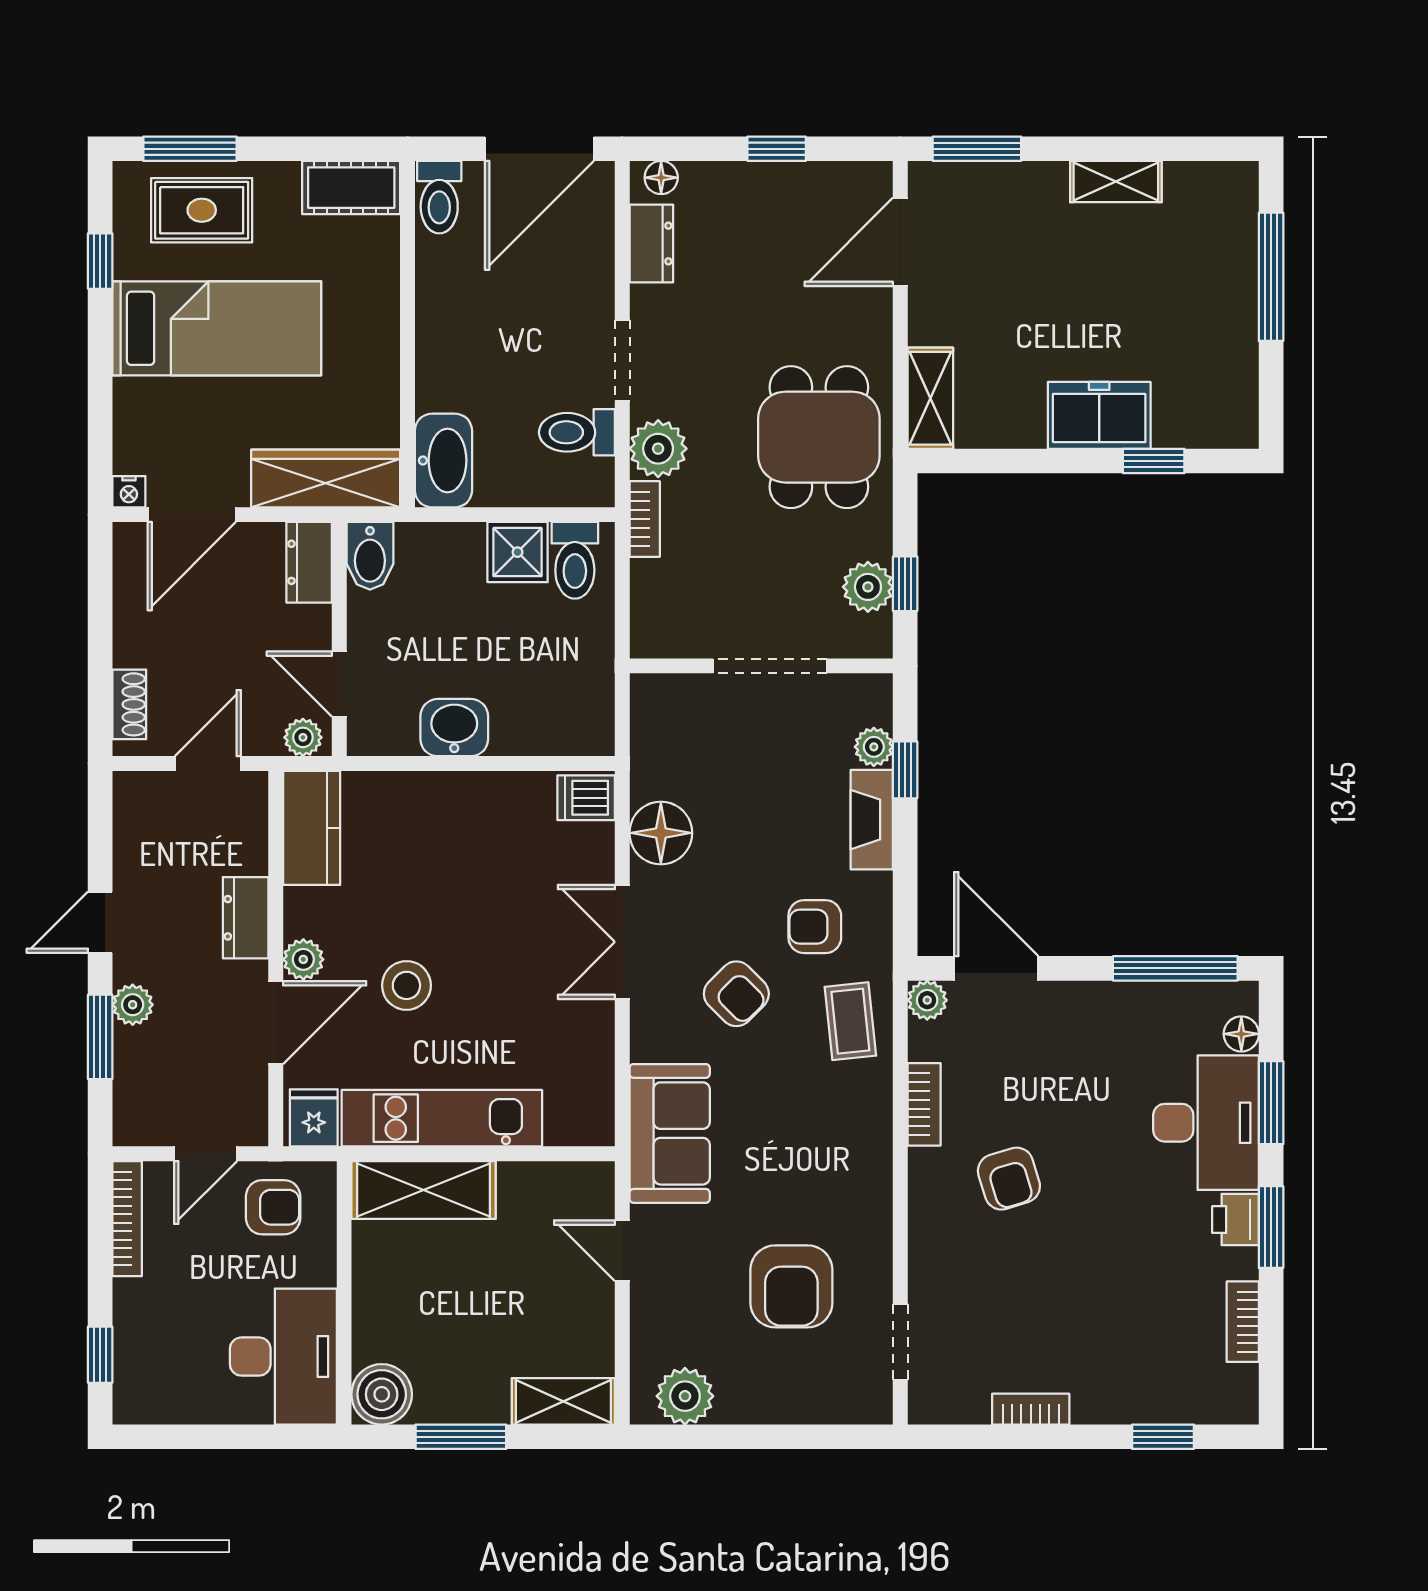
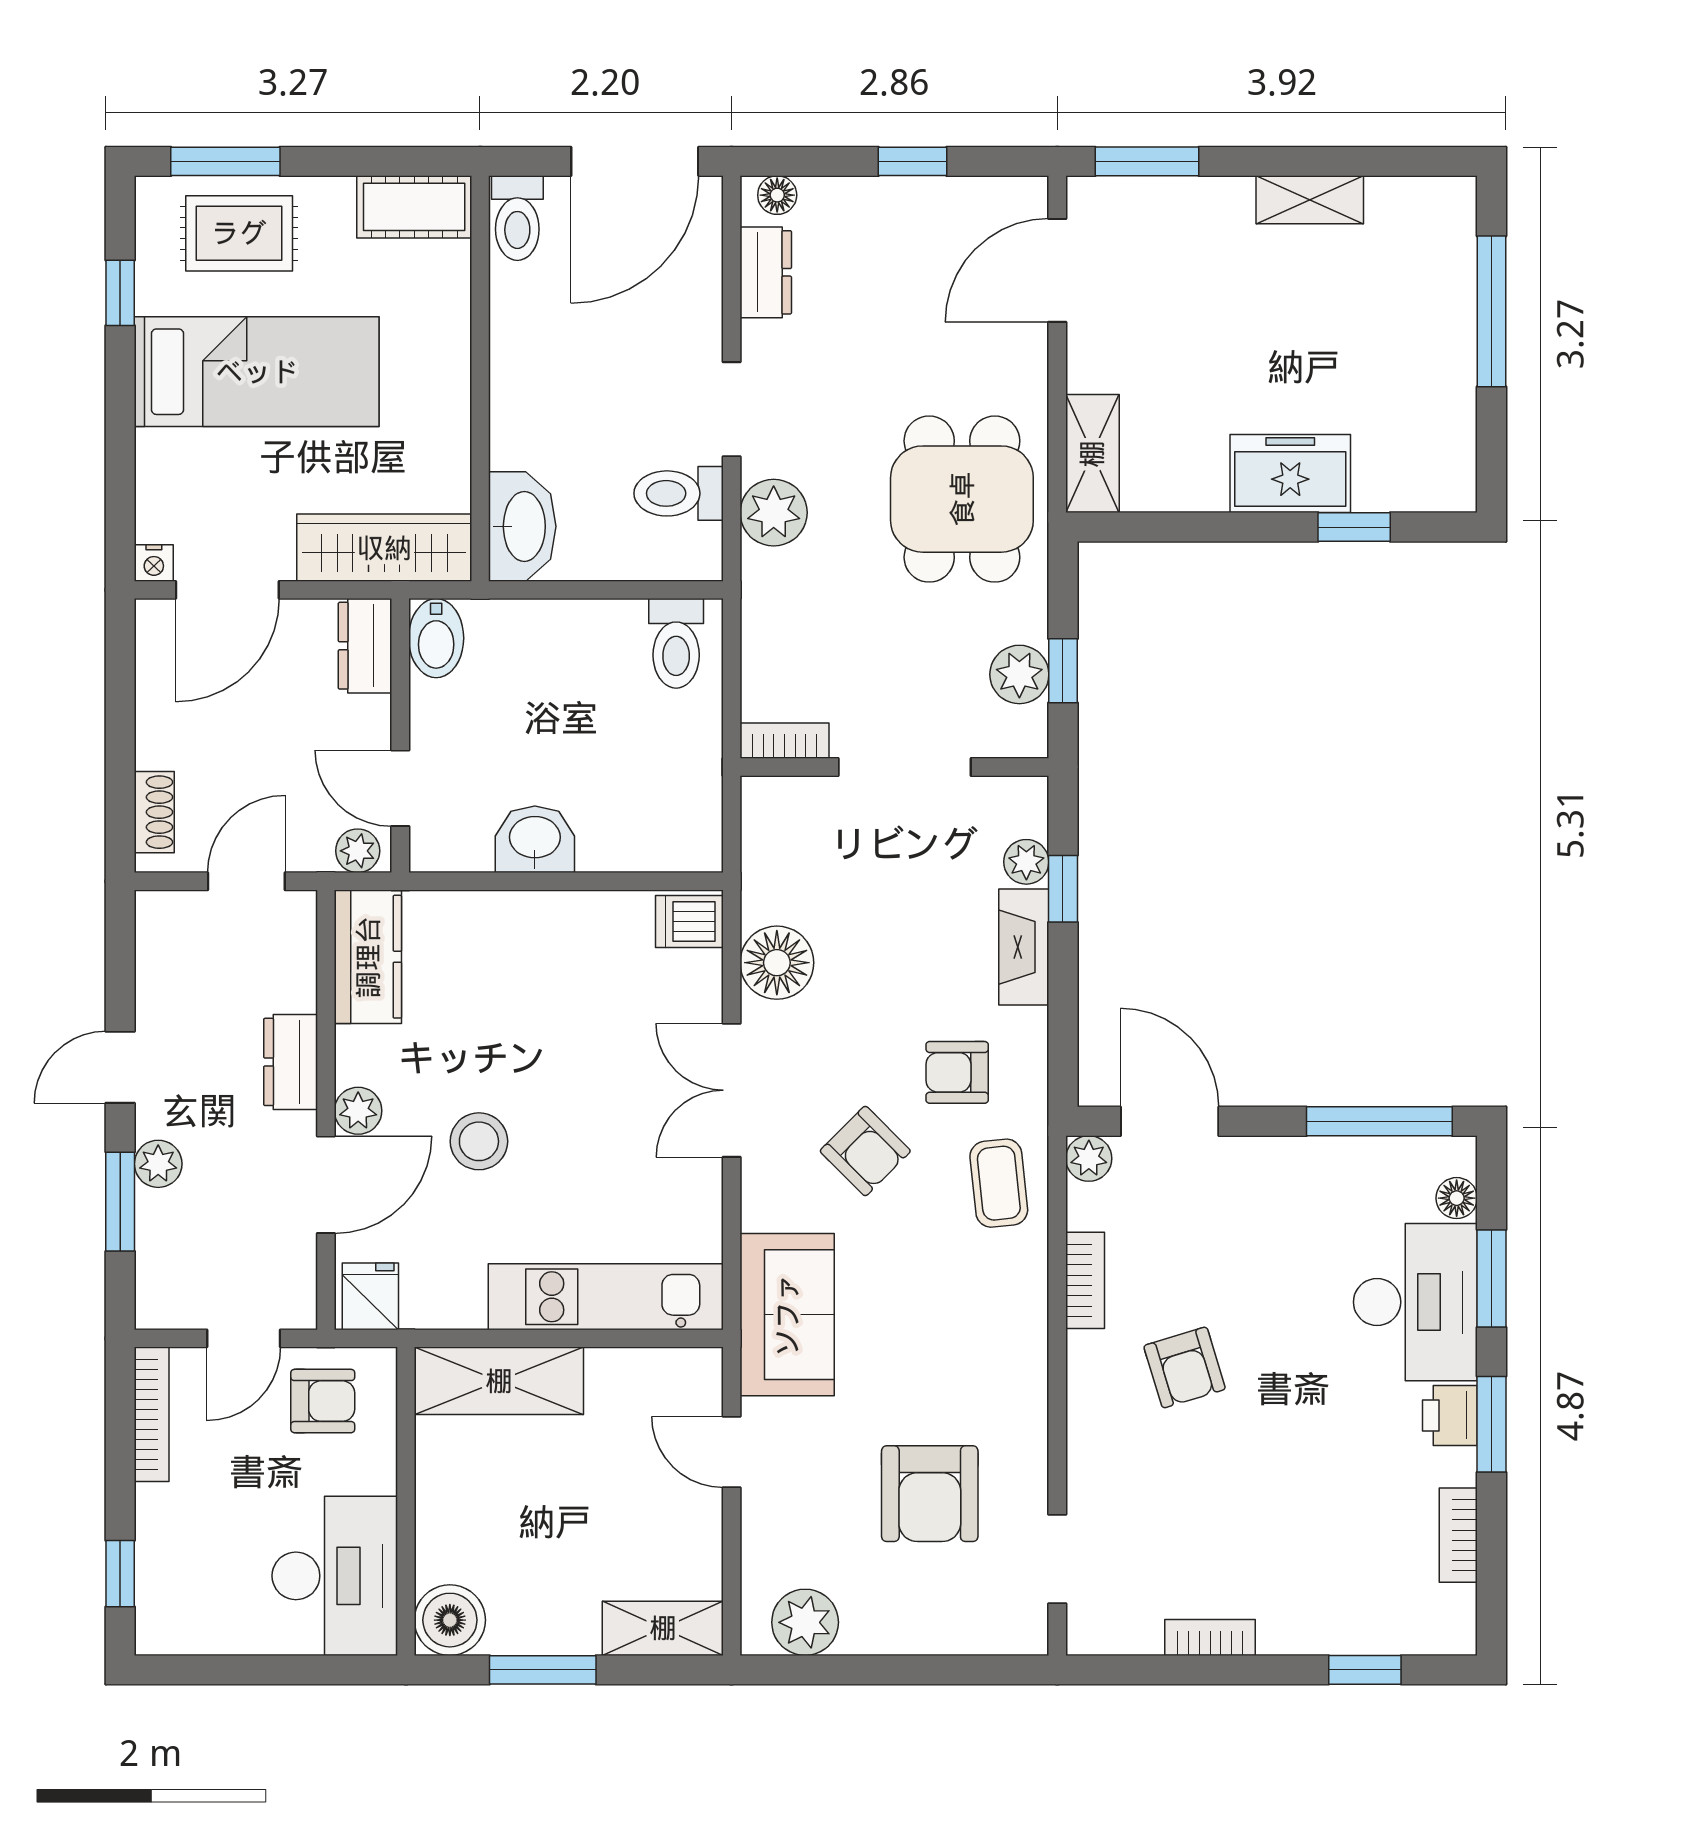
bookcase: (645, 519) -> (785, 741), moved, turned -90
shower: (518, 552) -> (609, 634), removed
kitchen unit: (442, 1118) -> (606, 1297), moved

